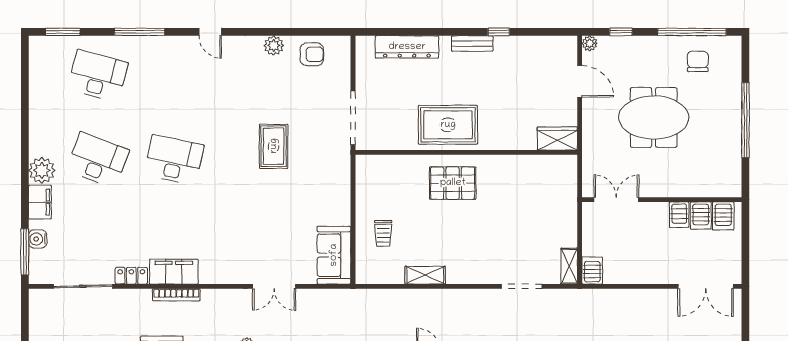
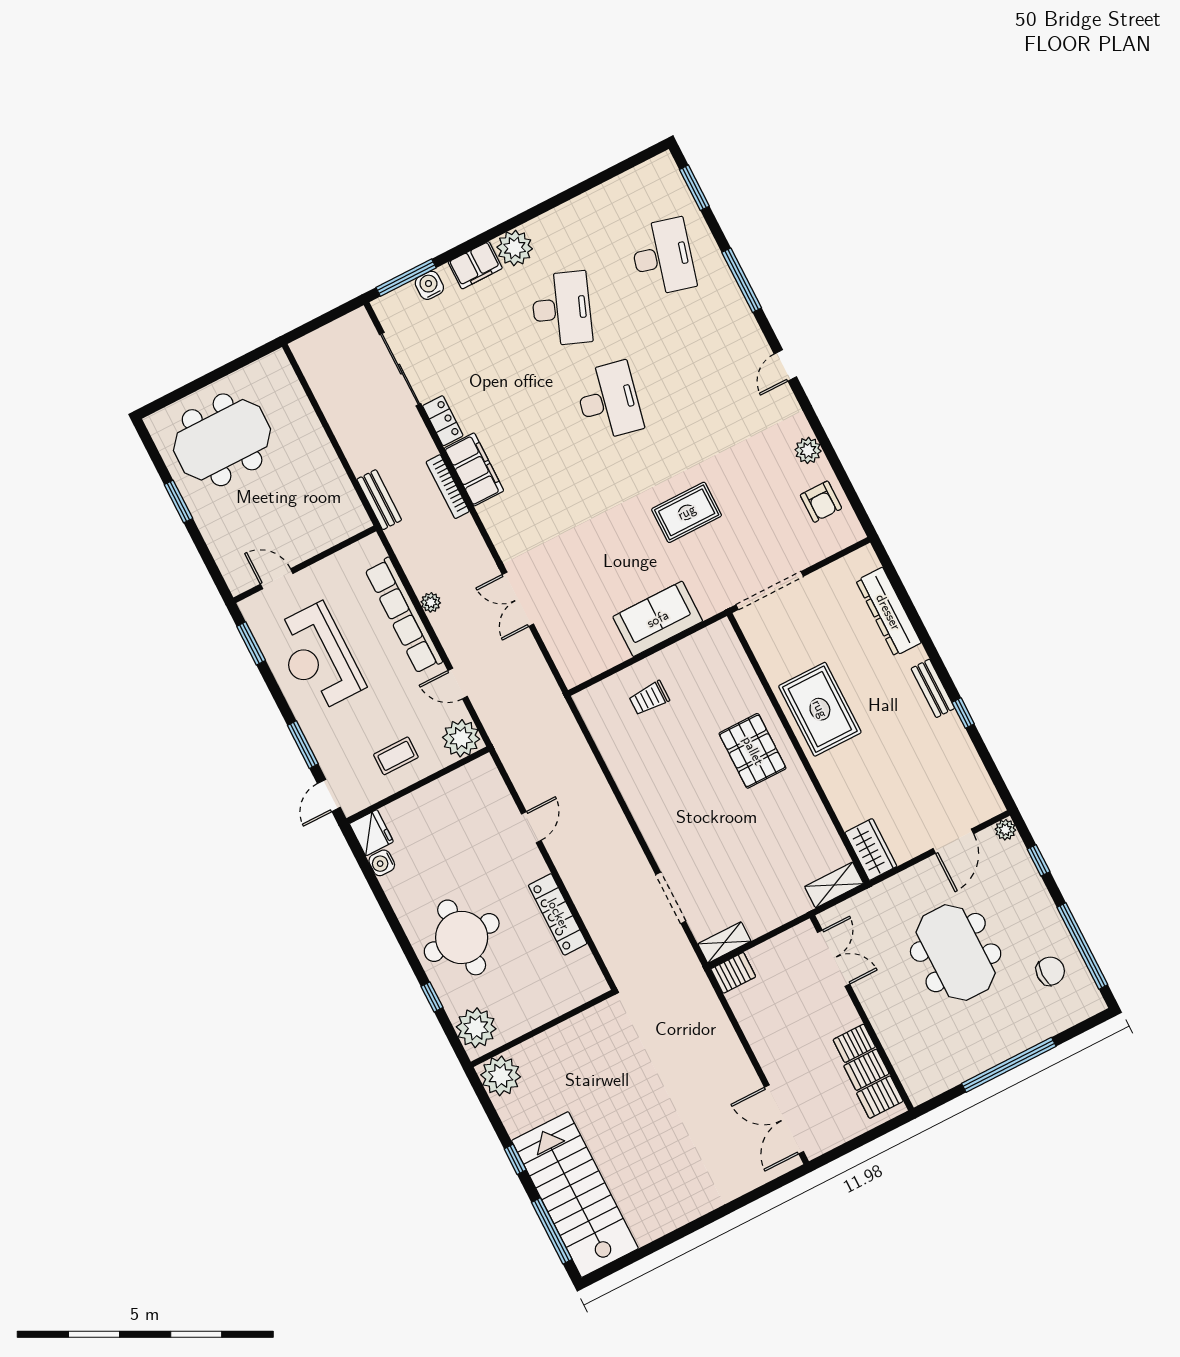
sofa: (334, 255) -> (658, 619), moved
shelving: (425, 275) -> (834, 885), moved, turned 90

